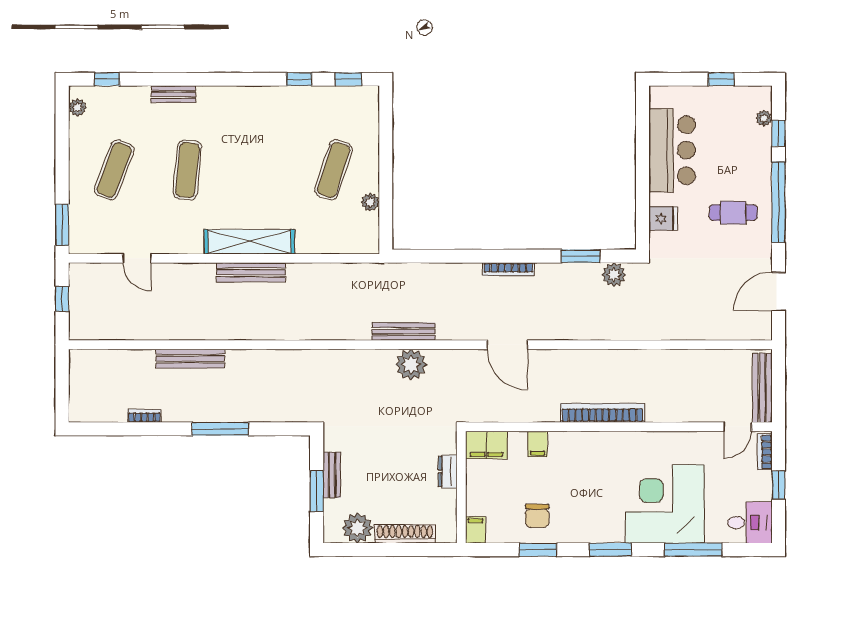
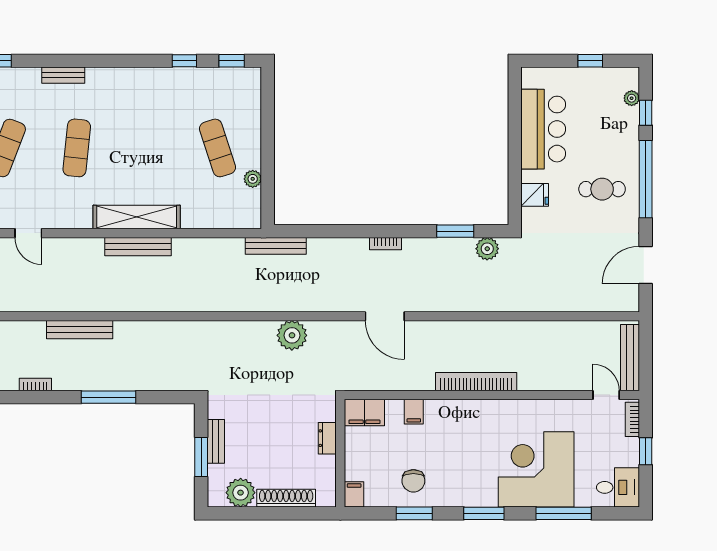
exercise mat: (334, 170) -> (217, 148), turned -36
bookcase: (508, 269) -> (386, 244), width x0.64
bench: (403, 332) -> (276, 246), moved
door: (737, 427) -> (606, 395), swing flipped

